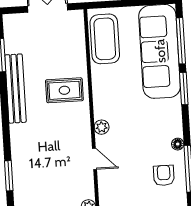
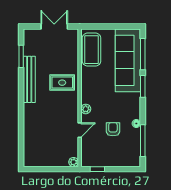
door: (94, 159) -> (80, 130), hinge flipped
armchair: (164, 175) -> (113, 129), moved
window: (9, 176) -> (21, 138), removed

